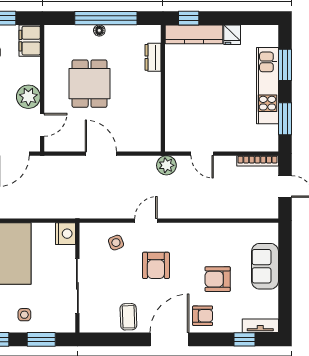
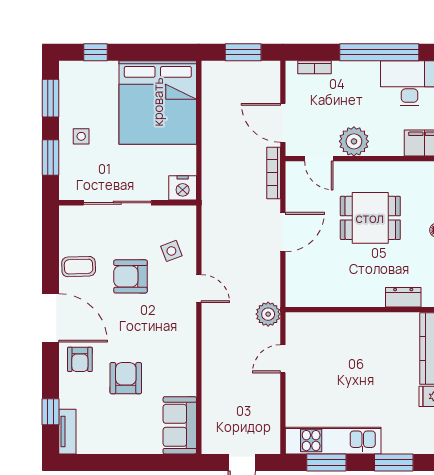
kitchen unit: (267, 86) -> (333, 441), moved
bookcase: (258, 161) -> (274, 173), moved
armchair: (156, 265) -> (130, 276), moved
sofa: (265, 266) -> (180, 425), moved, turned -90

